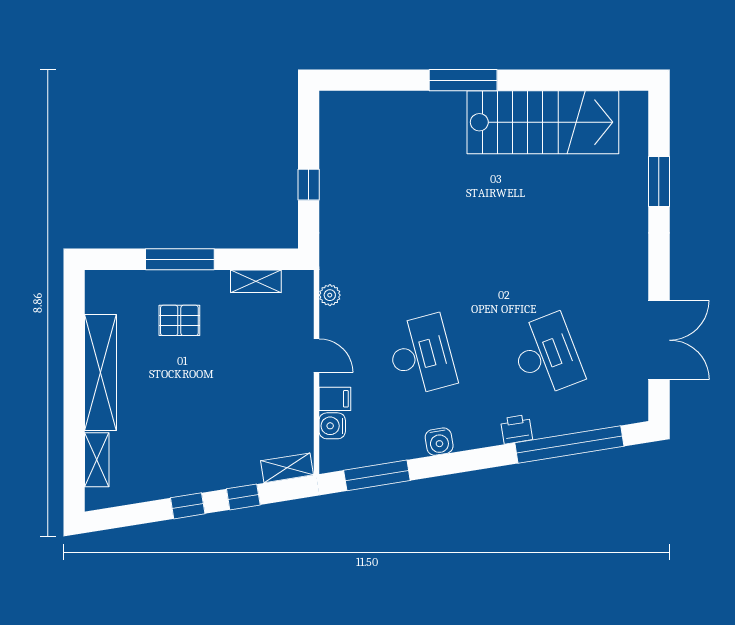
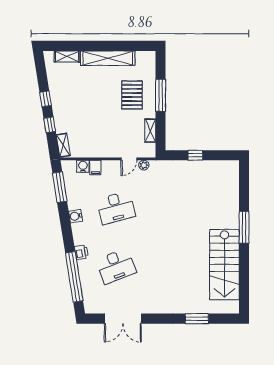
pallet: (179, 320) -> (132, 95), width x1.50, depth x1.42
door: (316, 356) -> (129, 159), moved

